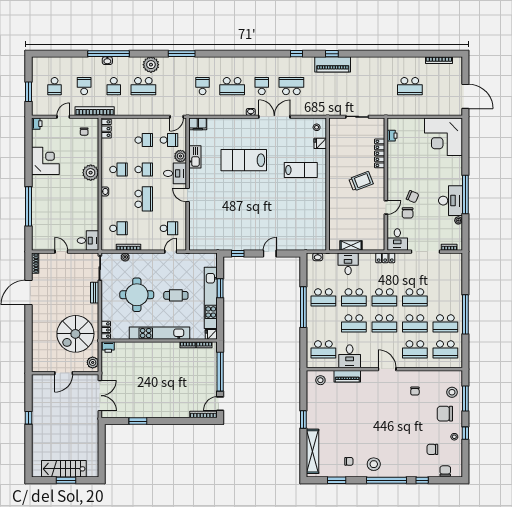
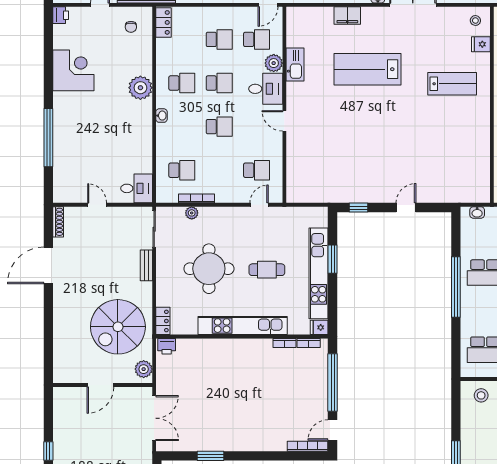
filing cabinet: (198, 124) -> (347, 15), moved
school desk: (144, 199) -> (219, 127), width x0.54

